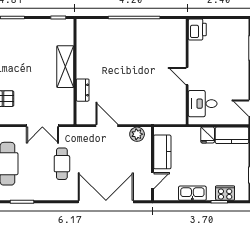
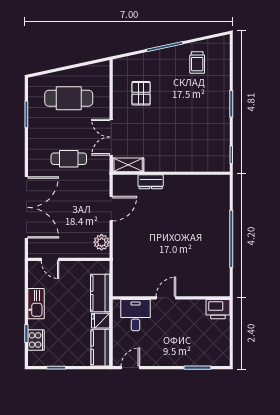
shelving: (65, 67) -> (128, 165), moved, width x0.67, depth x0.75
kitchen counter: (162, 152) -> (100, 293), moved, turned 90

